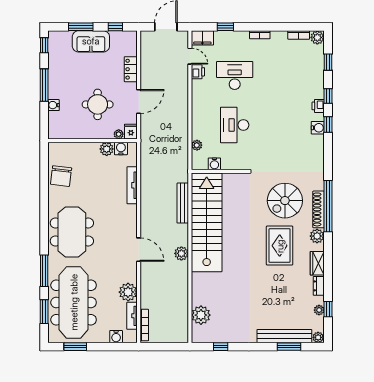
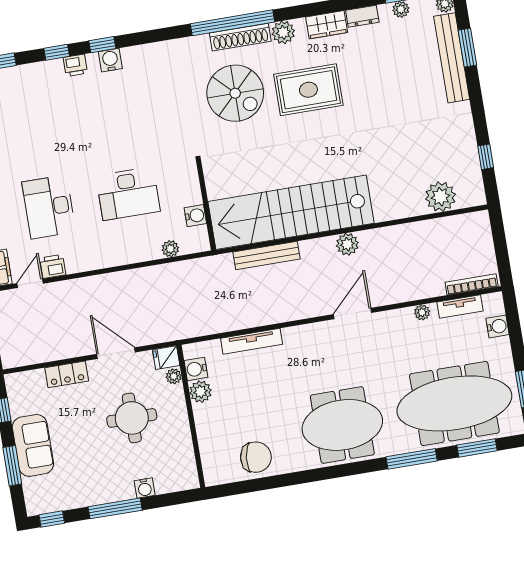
plant: (128, 292) -> (422, 312), width x0.53, depth x0.53

